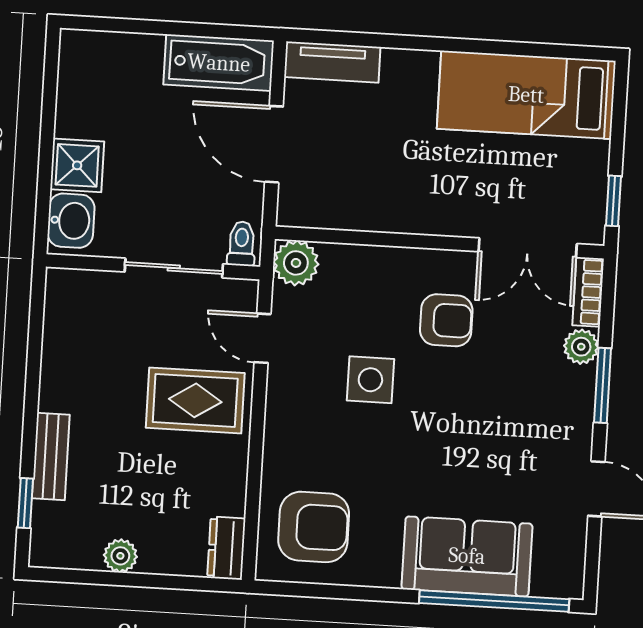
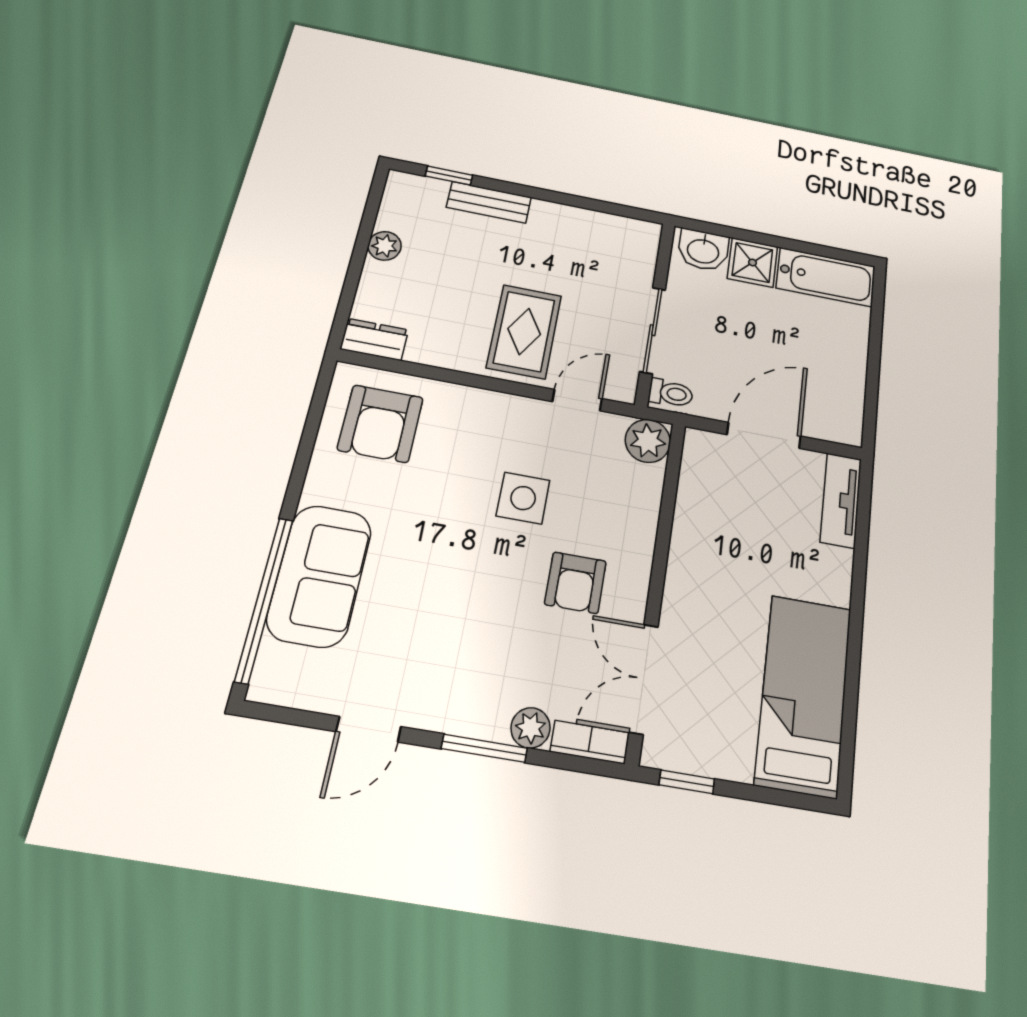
bathtub: (219, 63) -> (826, 277), moved, turned -90

